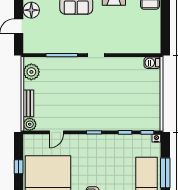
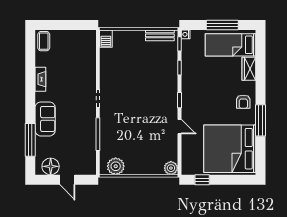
bench: (28, 103) -> (160, 35), moved
door: (56, 132) -> (180, 127), moved
window: (19, 167) -> (202, 180), moved

